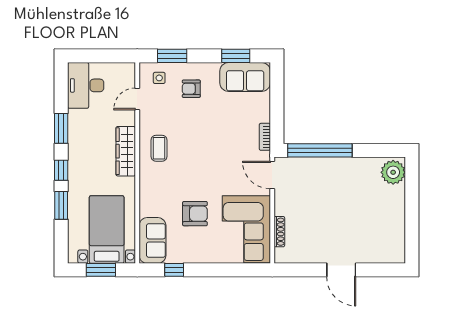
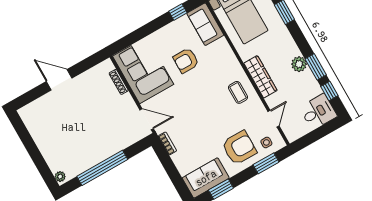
desk: (86, 85) -> (318, 112), width x0.73
armchair: (191, 89) -> (239, 148), width x1.88, depth x1.88
plant: (77, 141) -> (299, 64), added
window: (320, 150) -> (102, 168), moved
window: (61, 170) -> (329, 91), moved
plant: (393, 172) -> (60, 177), width x0.53, depth x0.53

